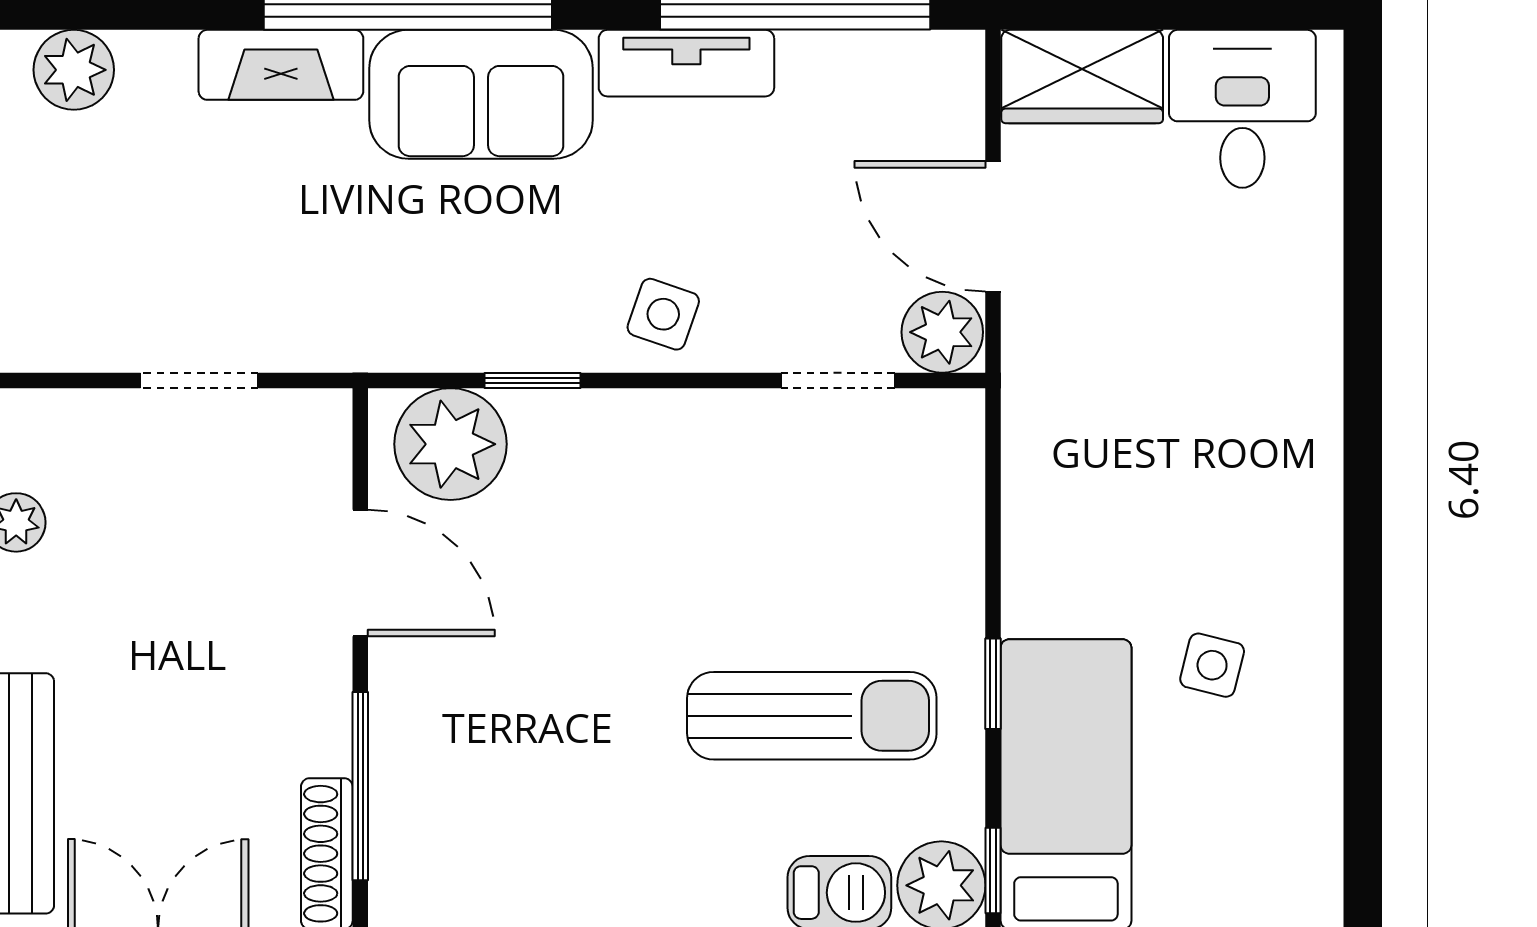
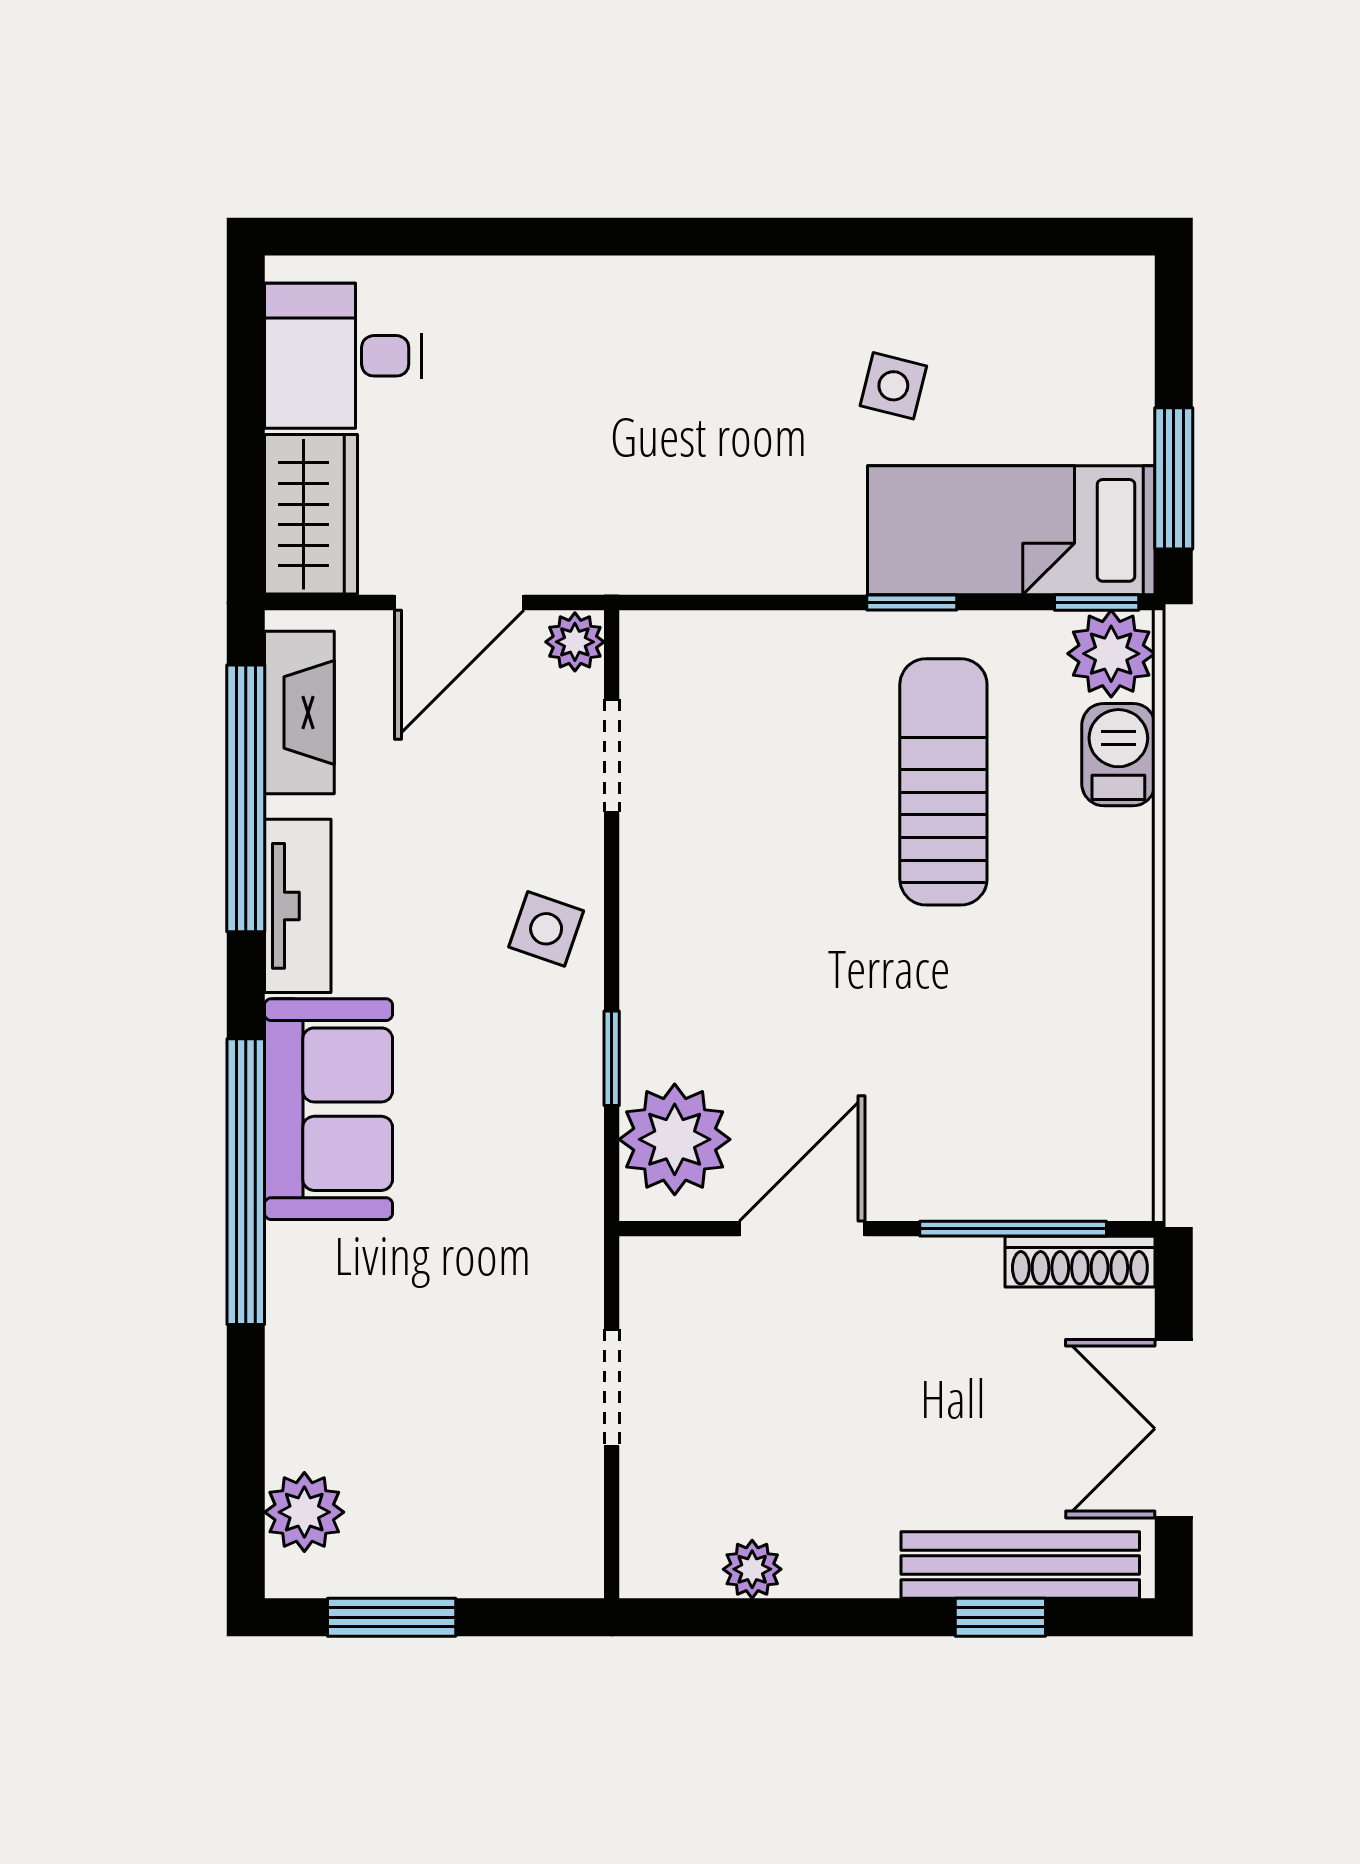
fireplace: (281, 65) -> (299, 713), moved
plant: (942, 332) -> (575, 642), width x0.73, depth x0.73

